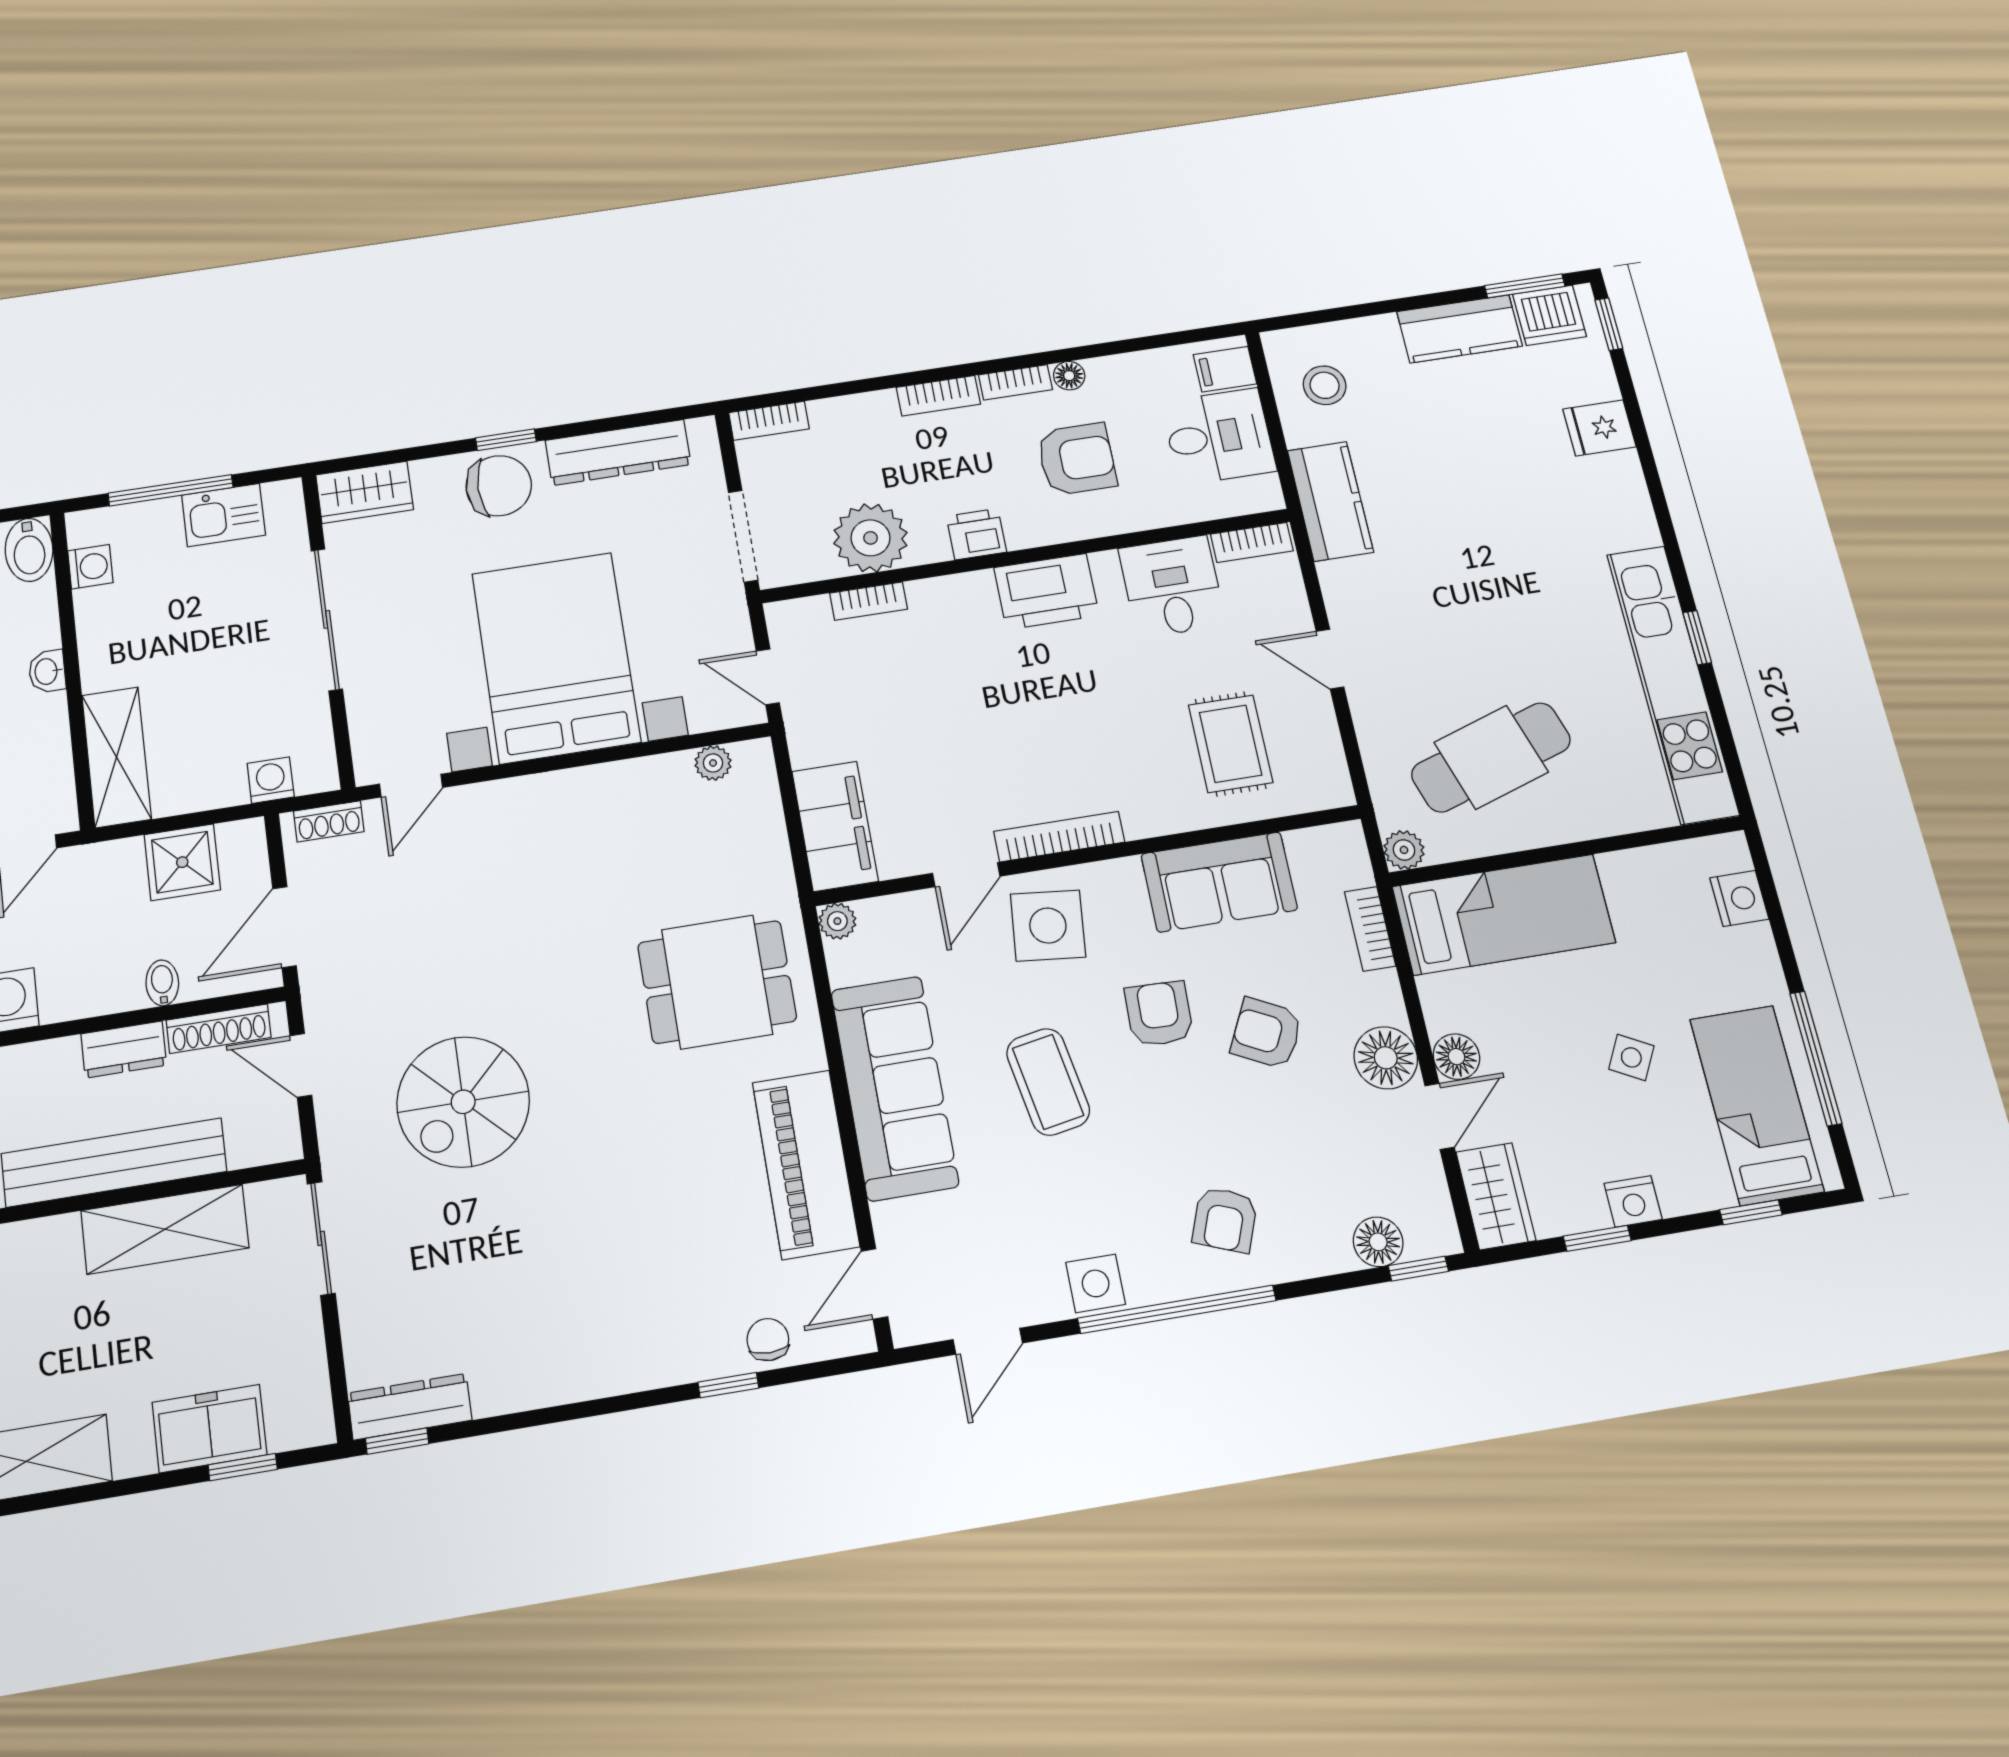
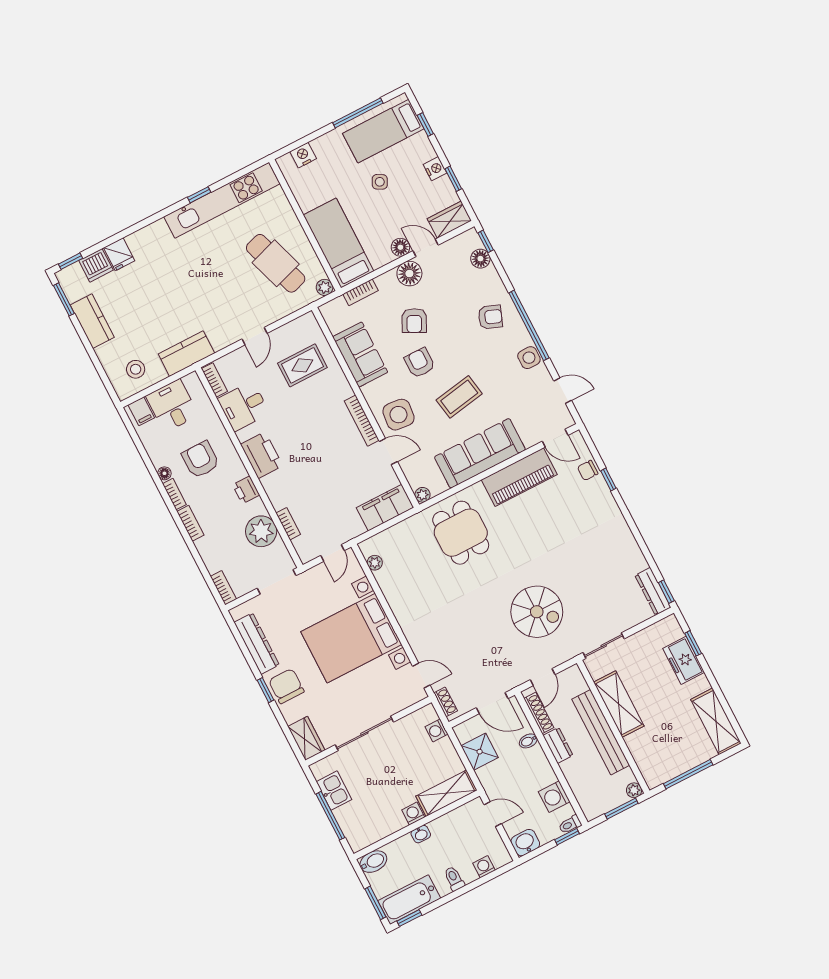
dishwasher: (1549, 315) -> (96, 265), moved, turned 90
washing machine: (90, 567) -> (413, 814), moved
armchair: (1159, 1014) -> (420, 363), turned 88

